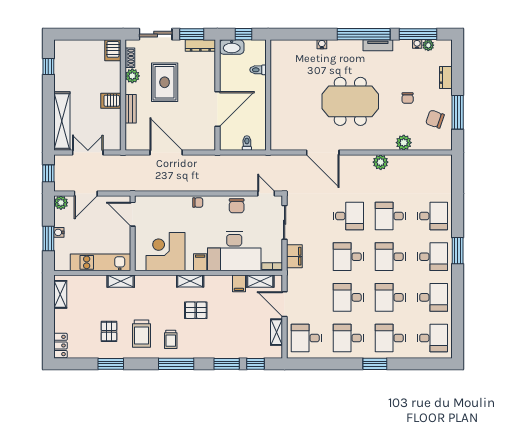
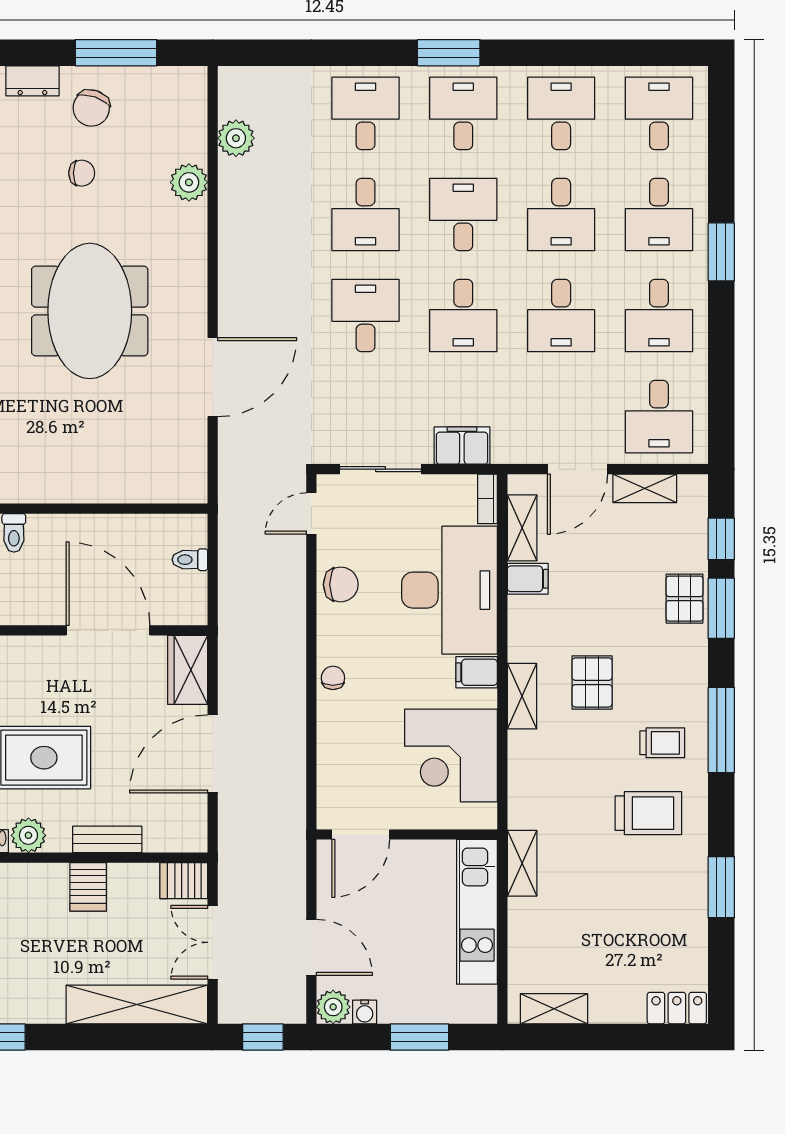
chair: (435, 119) -> (91, 108), moved
server rack: (113, 140) -> (184, 881), added
wardrobe: (201, 142) -> (188, 670), added
plant: (381, 162) -> (236, 138), moved
water cooler: (59, 232) -> (365, 1012), moved
desk: (390, 257) -> (463, 214), turned 180
pallet: (109, 331) -> (685, 599), moved, turned 90

